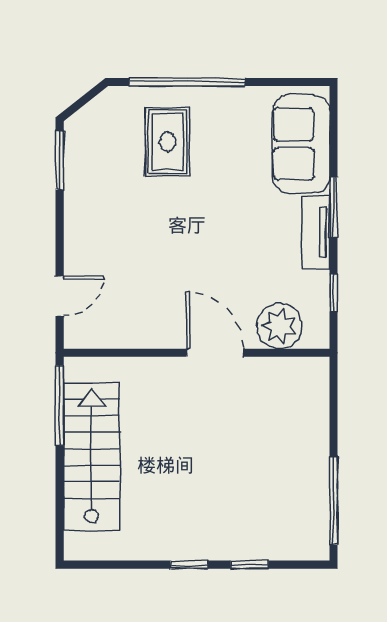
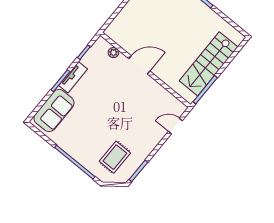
rug: (167, 142) -> (115, 157), moved
plant: (280, 326) -> (113, 53), width x0.53, depth x0.53
door: (215, 353) -> (139, 65), swing flipped

